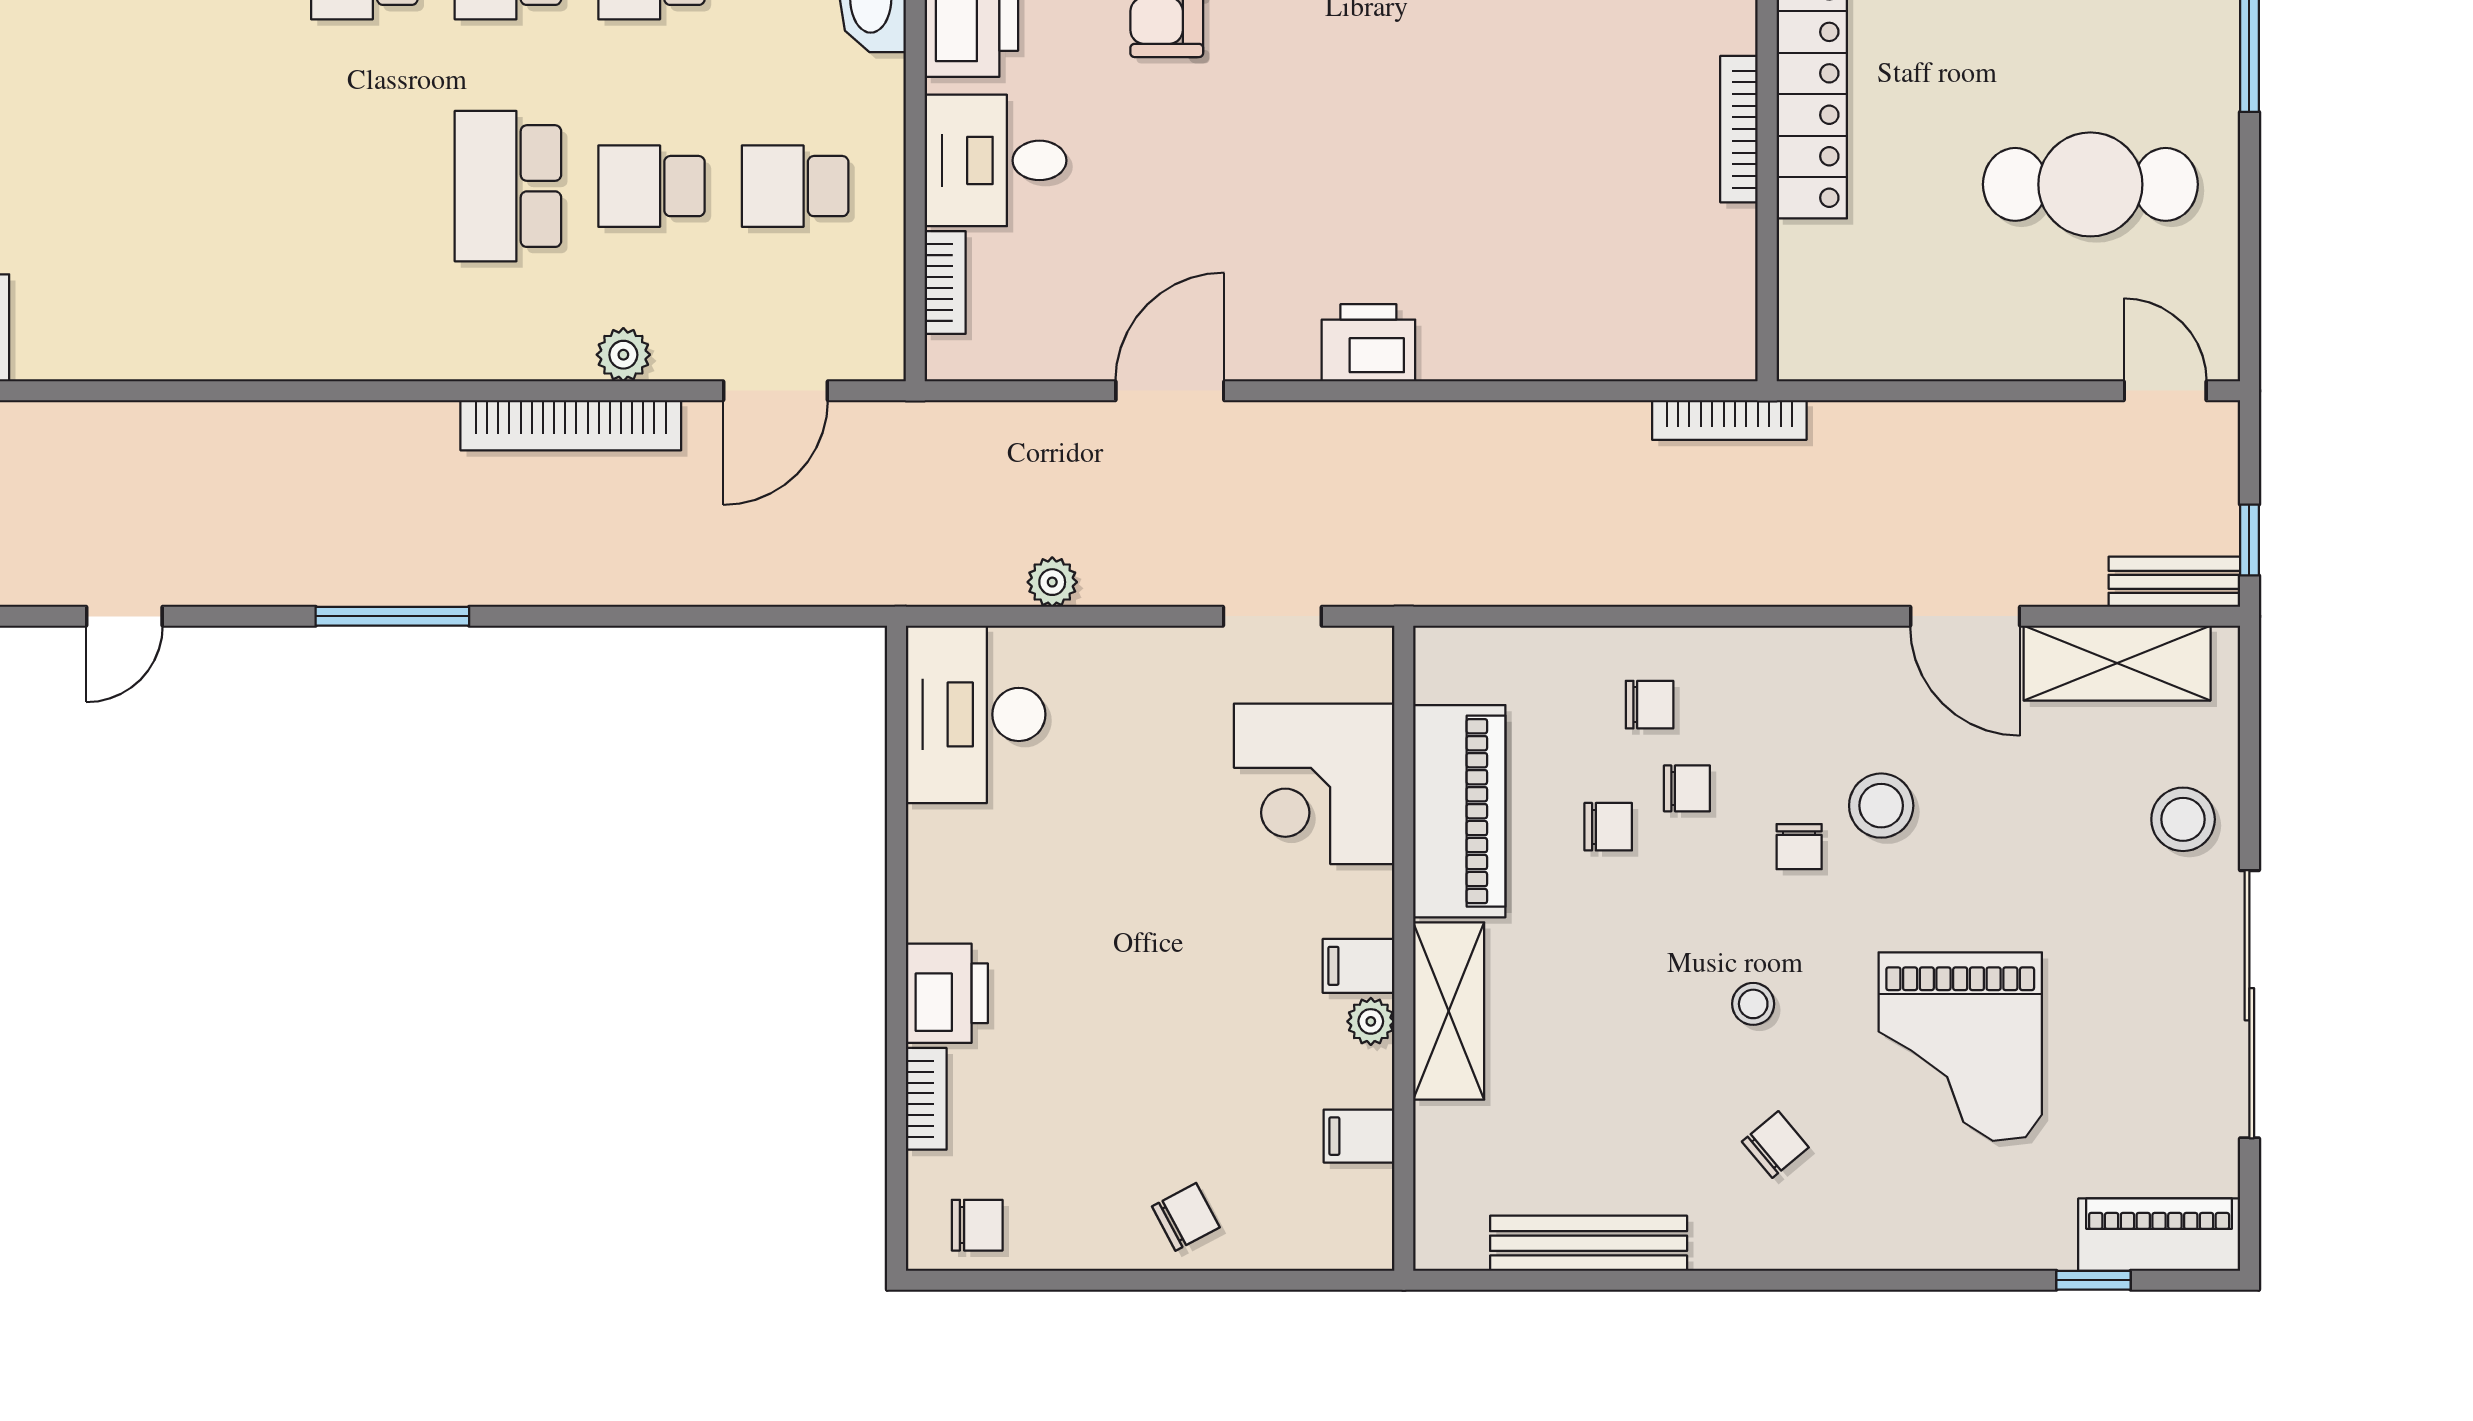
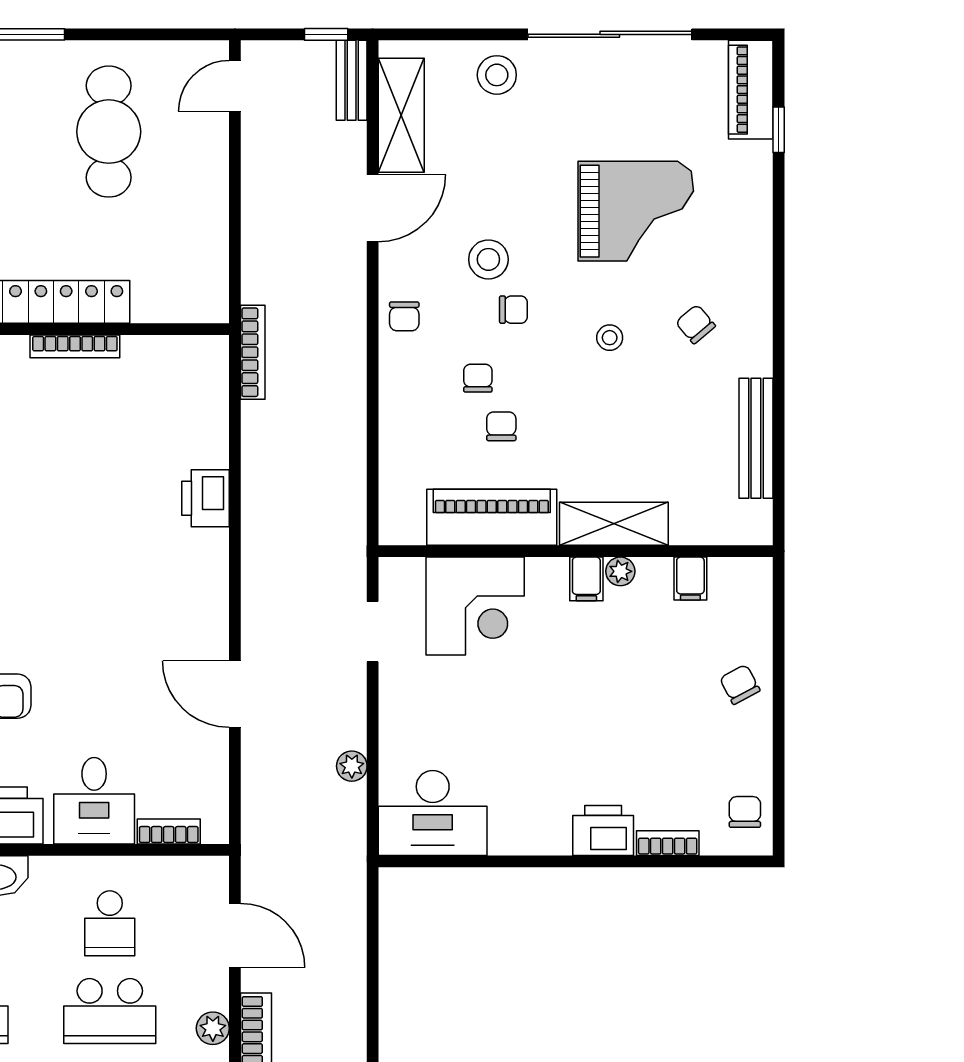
school desk: (652, 186) -> (110, 1011), width x1.85
printer: (1368, 343) -> (206, 498), moved
chair: (1650, 705) -> (404, 316), moved, turned 180

